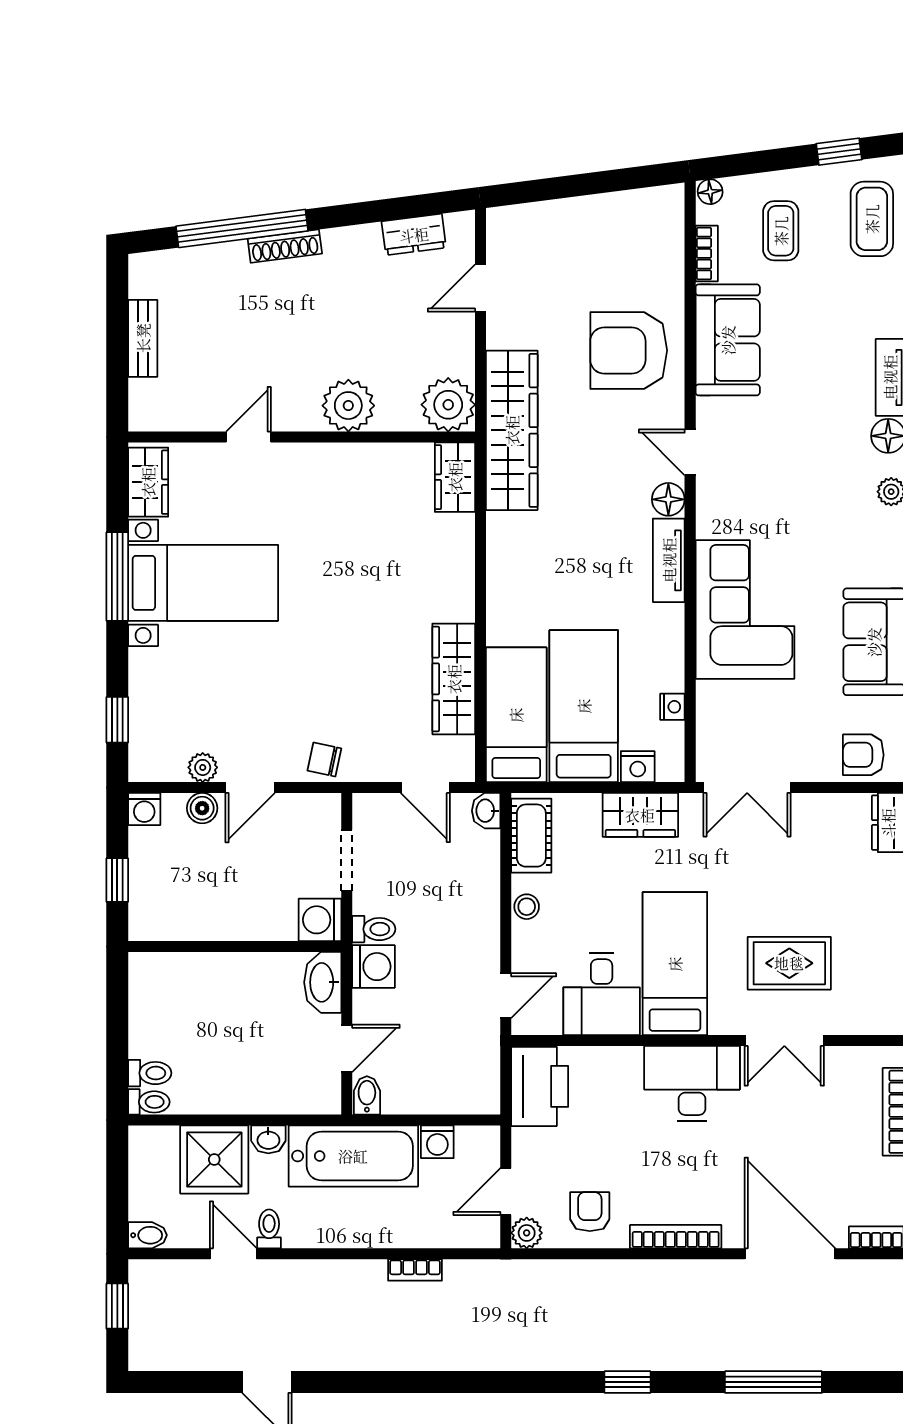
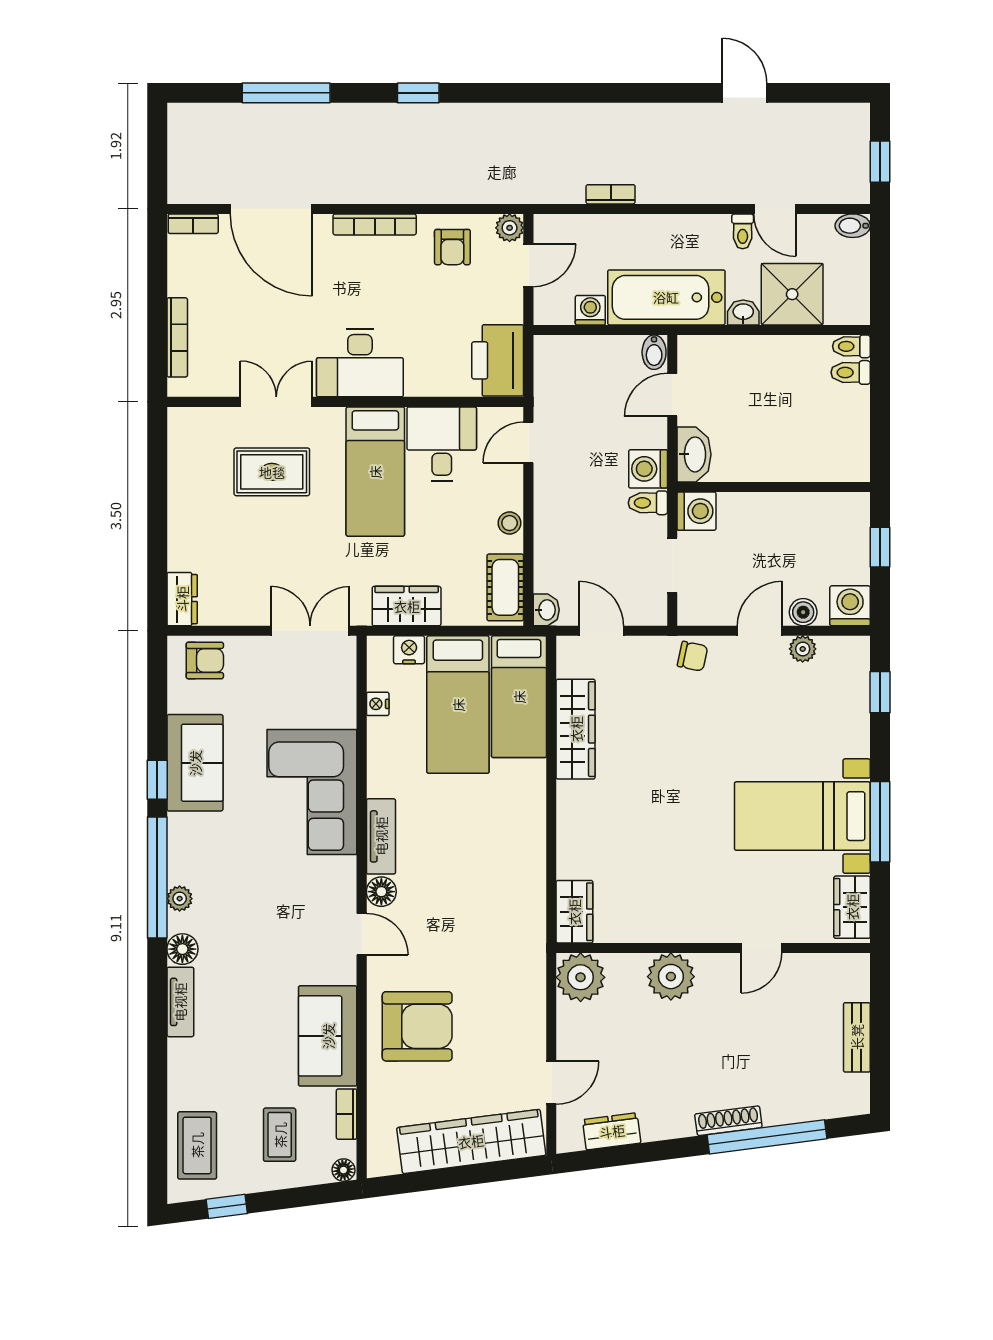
wardrobe: (512, 430) -> (471, 1141), moved, turned 83
washing machine: (144, 809) -> (850, 606), width x1.38, depth x1.38

